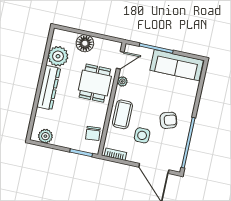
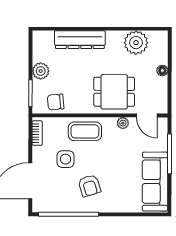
floor lamp: (85, 43) -> (162, 70), width x0.53, depth x0.53
dresser: (49, 88) -> (80, 40), moved
plant: (45, 136) -> (41, 71), moved

